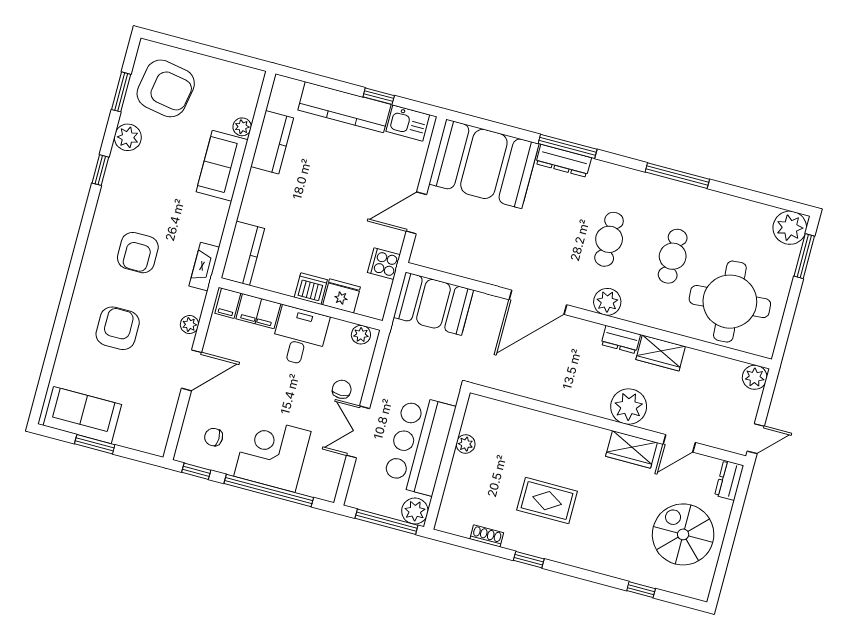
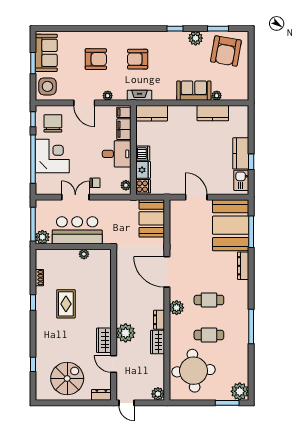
kitchen counter: (344, 107) -> (241, 153), width x0.67
window: (568, 146) -> (251, 232), moved
cooker: (384, 264) -> (143, 186), moved, turned 90
side table: (144, 429) -> (47, 86), added
chair: (214, 437) -> (53, 123), width x1.87, depth x1.87

